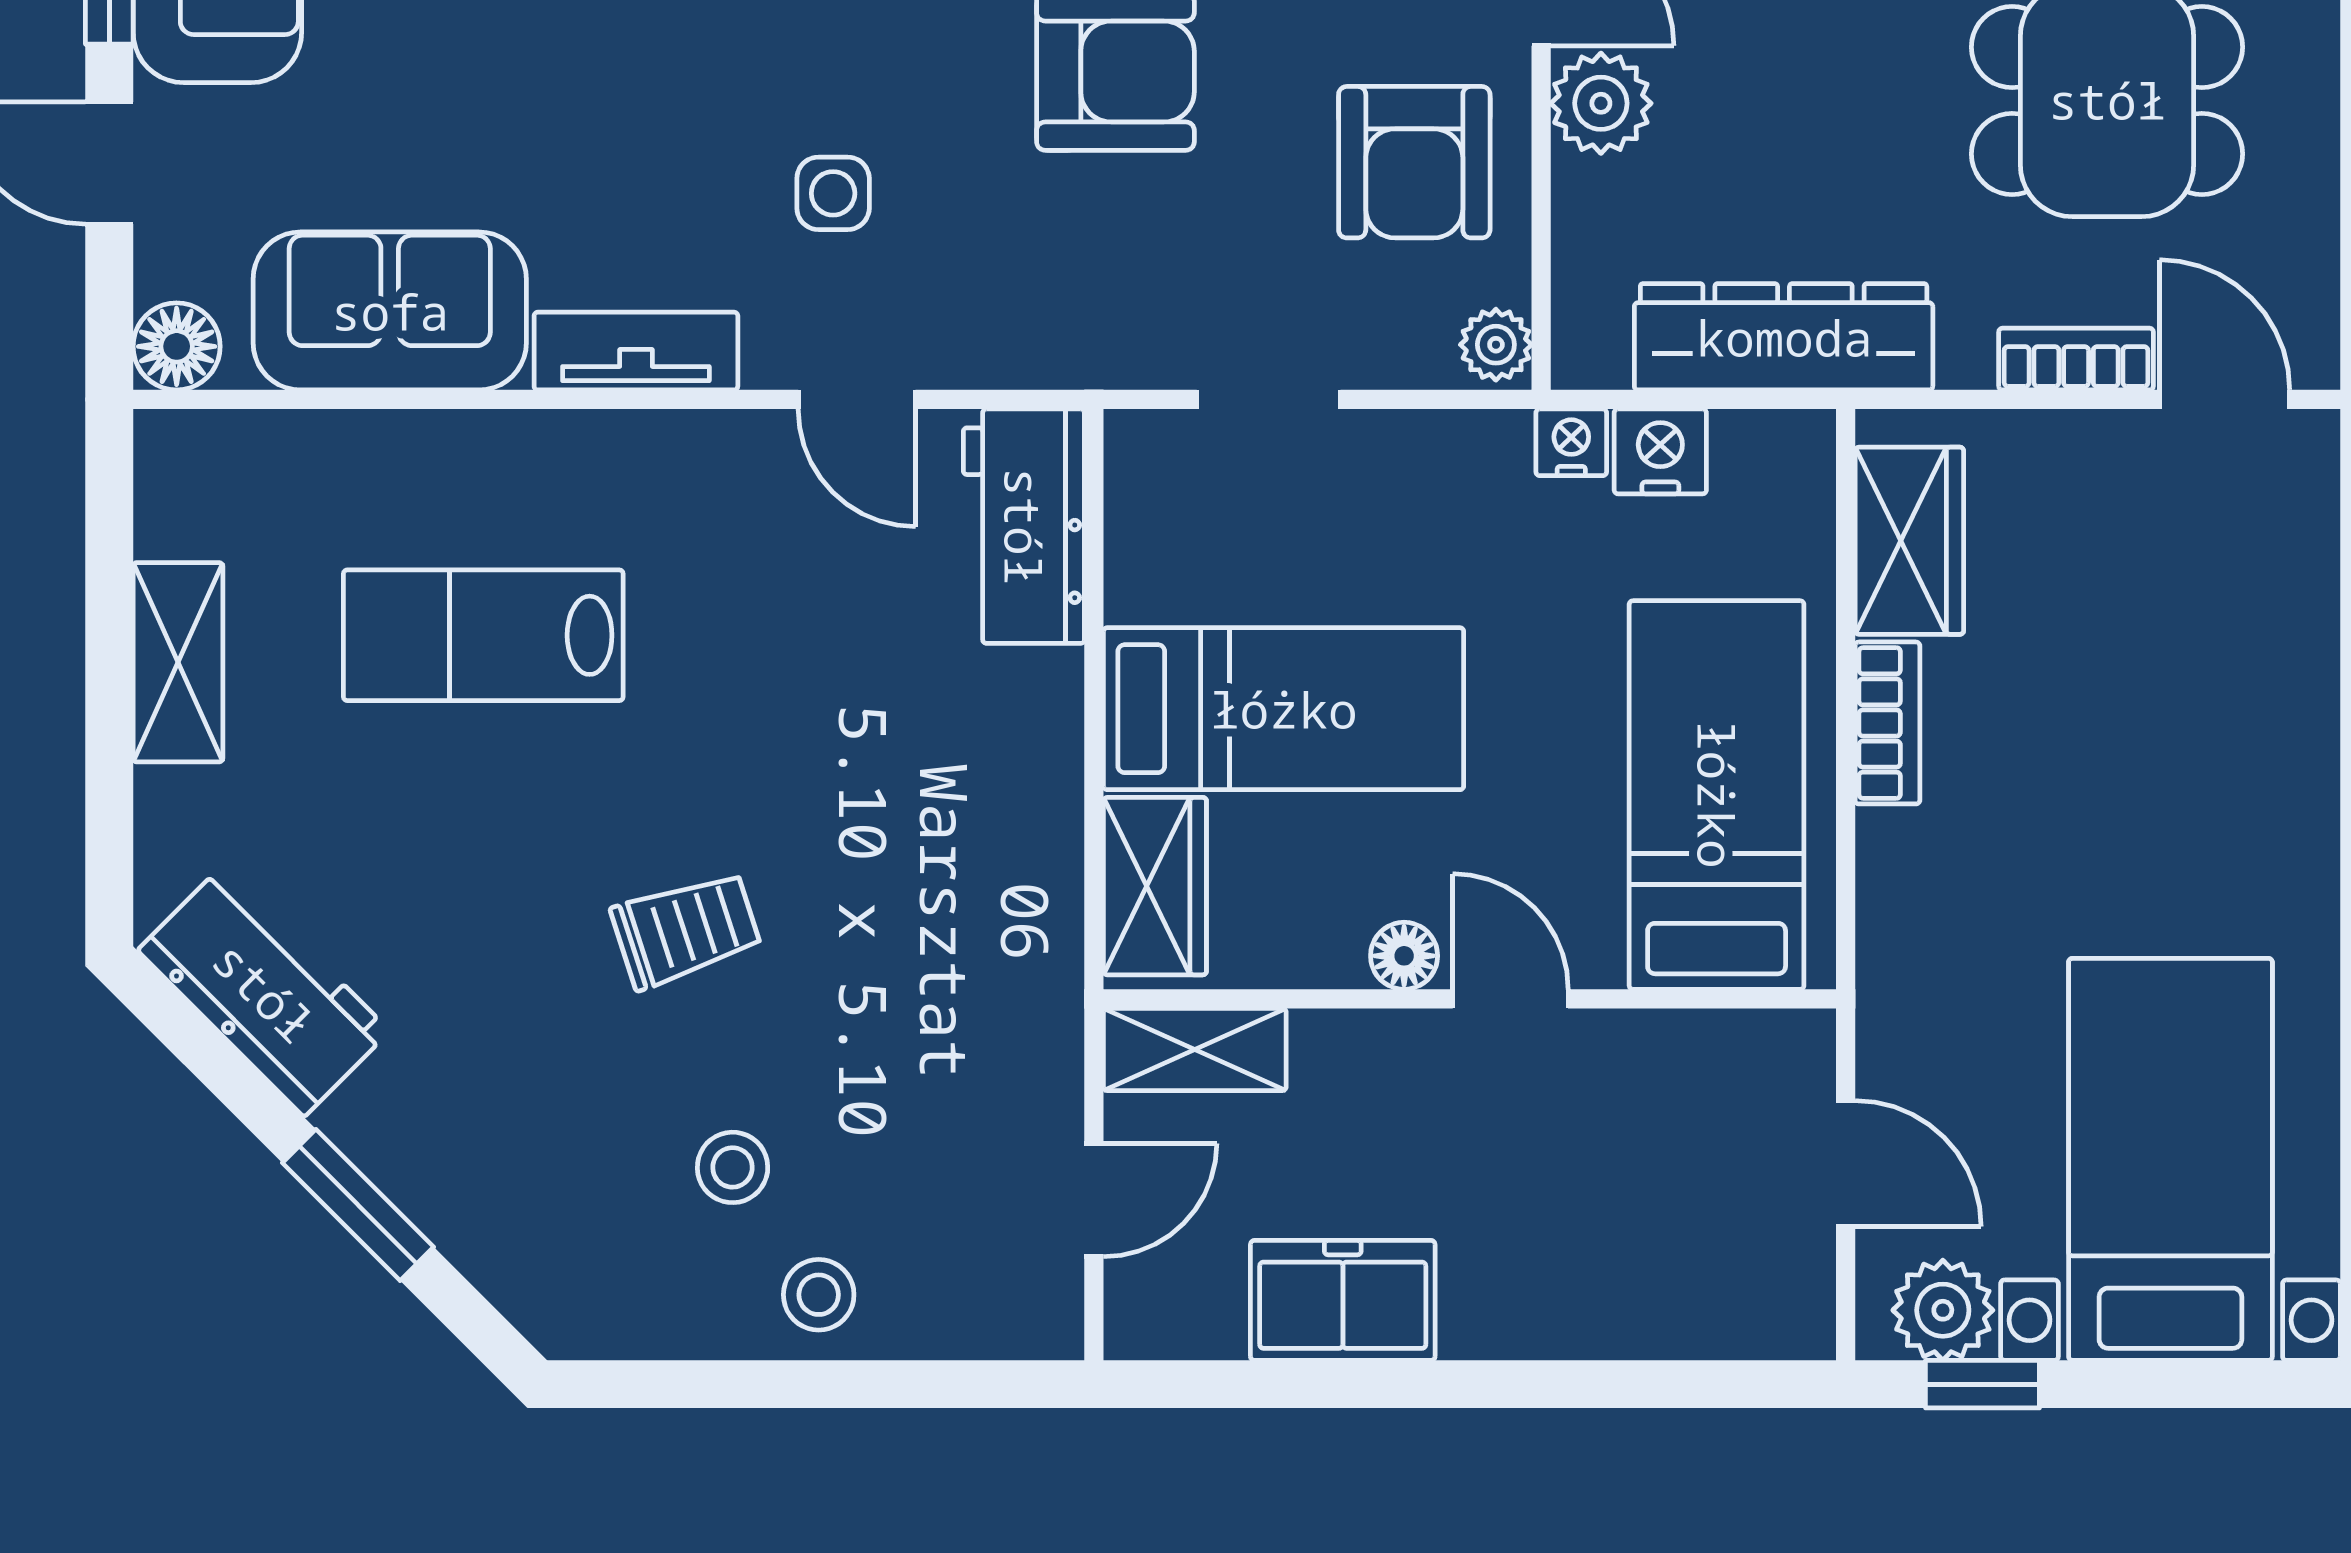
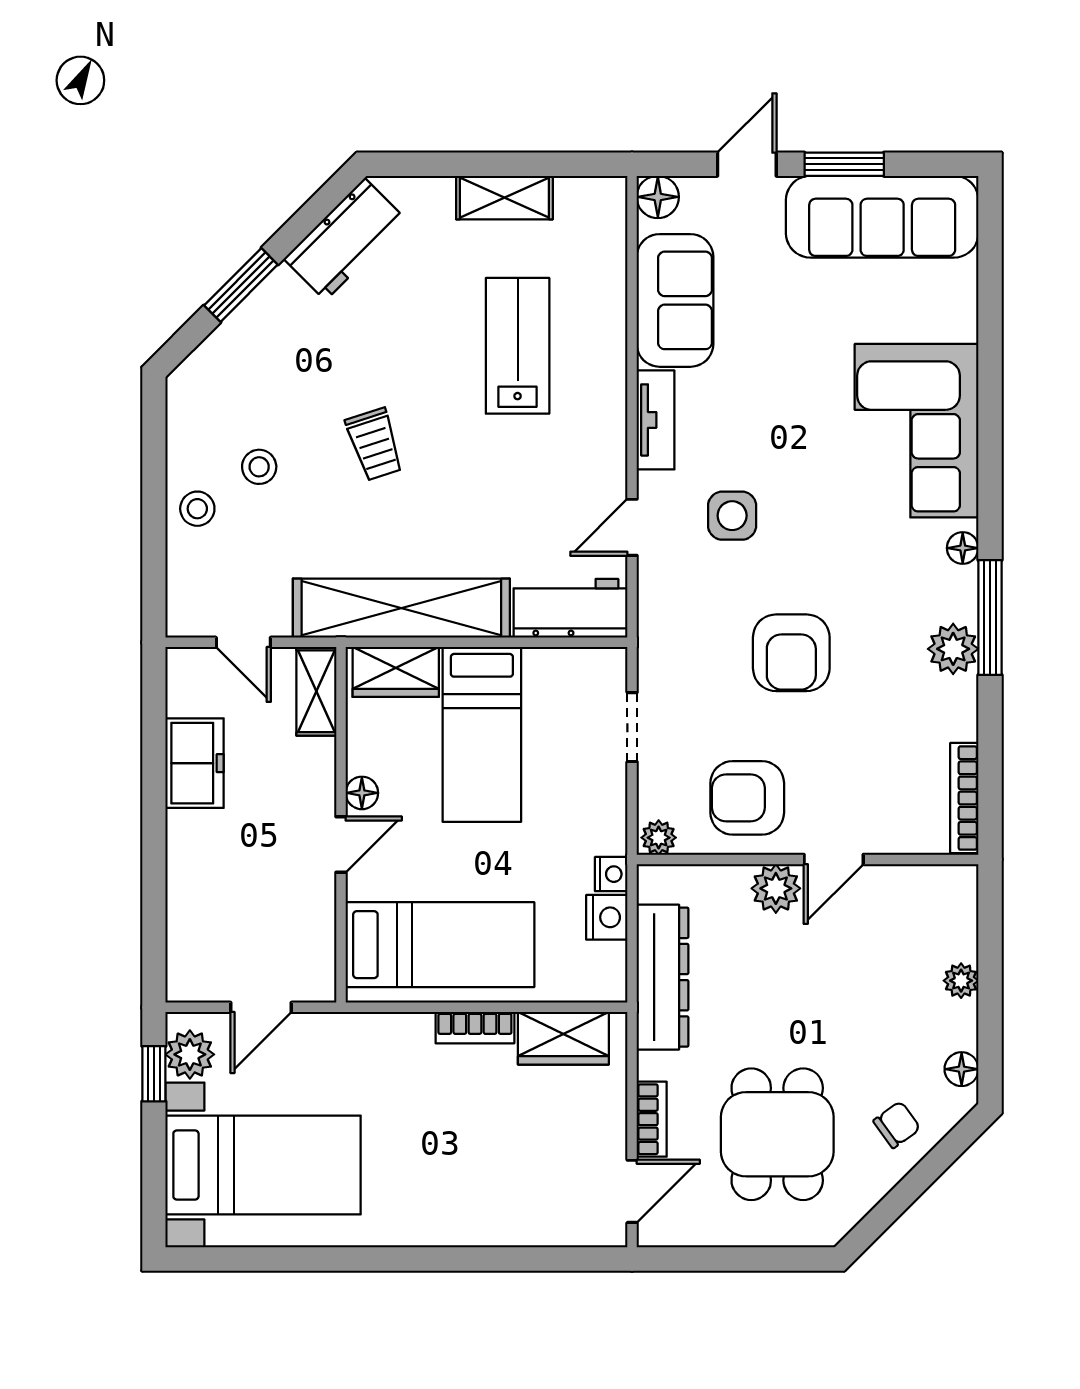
side table: (833, 193) -> (732, 516), width x1.37, depth x1.37
shelving: (1023, 875) -> (401, 608), added

